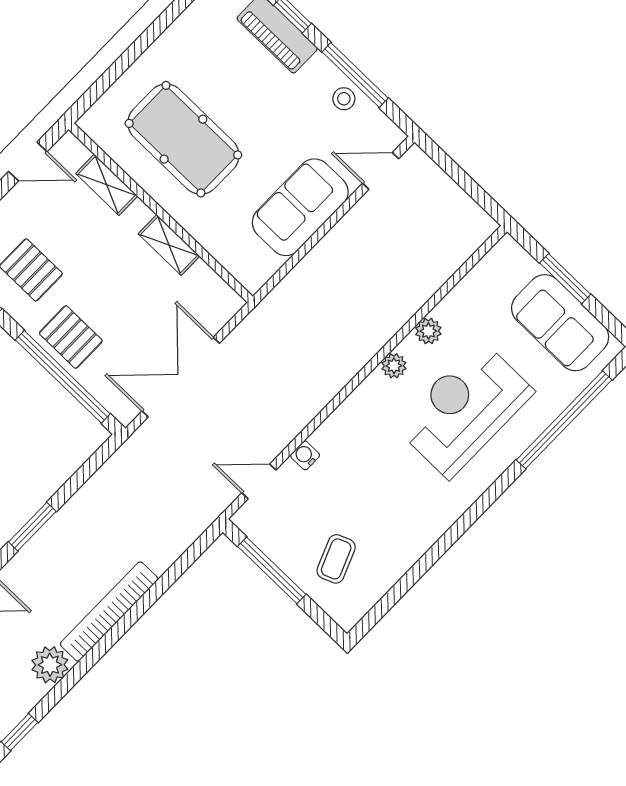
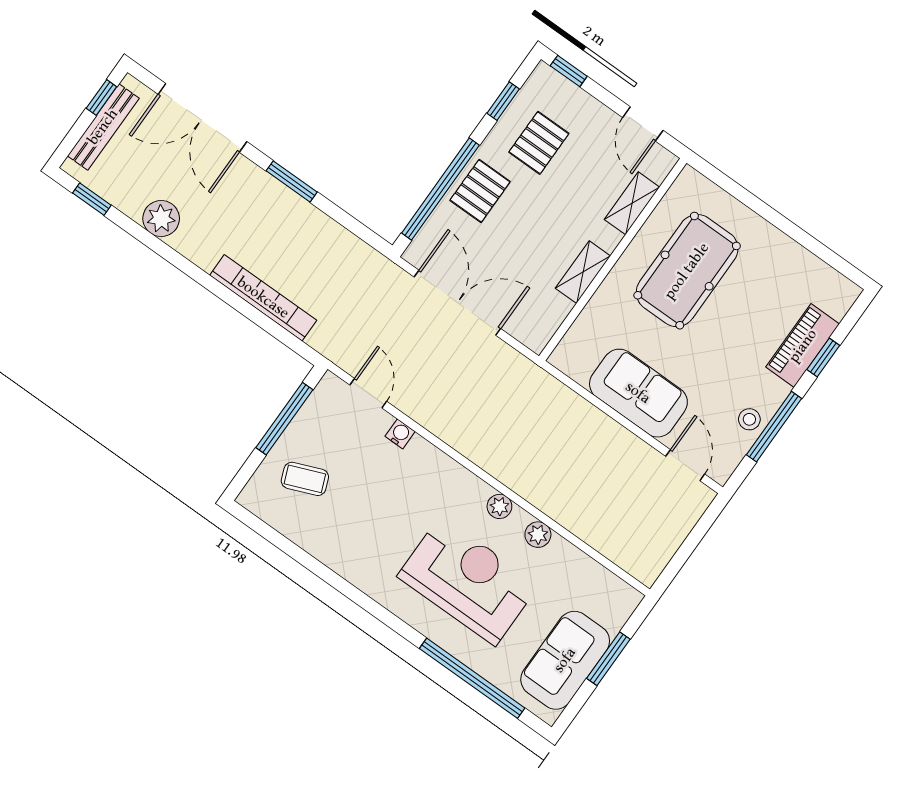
bookcase: (109, 612) -> (263, 298), moved

